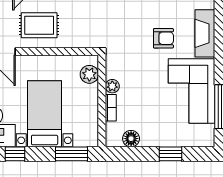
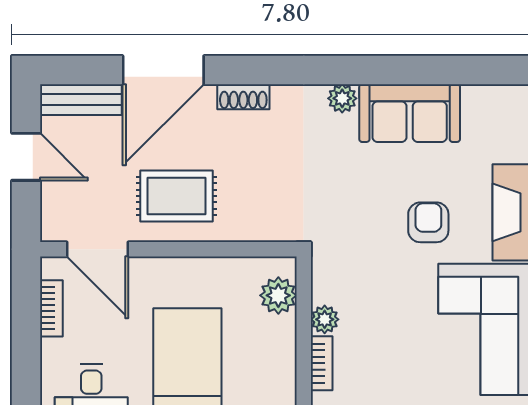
armchair: (163, 38) -> (428, 222), turned -90

